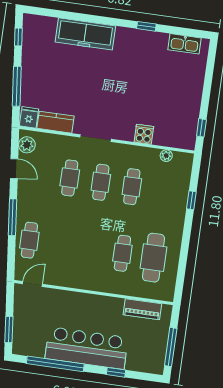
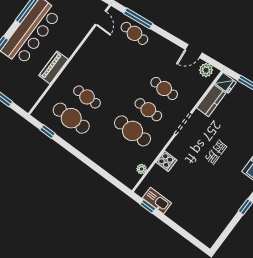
kitchen sink: (184, 44) -> (157, 201), moved, turned 90
cafe table: (132, 187) -> (133, 131), width x1.37, depth x1.35
window: (191, 200) -> (47, 132), moved
window: (13, 217) -> (138, 18), moved
piano: (142, 309) -> (54, 67), moved

